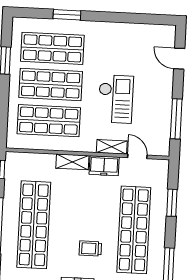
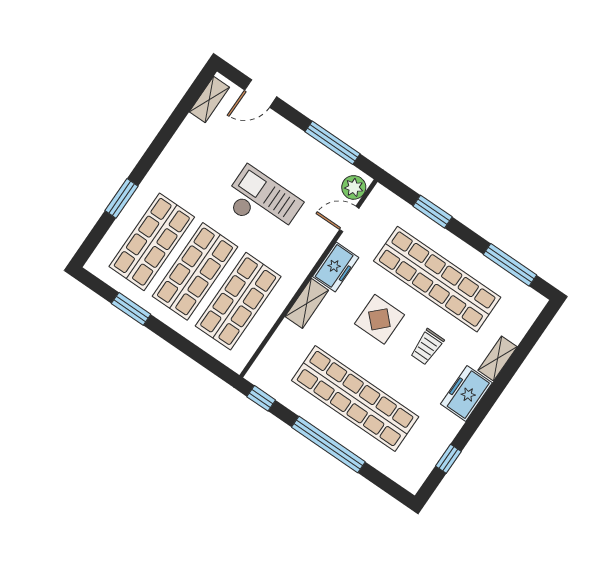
shelving: (112, 147) -> (209, 100), moved
plant: (158, 148) -> (354, 187), added
display table: (89, 210) -> (379, 319), added

